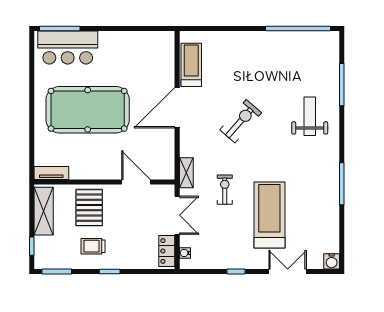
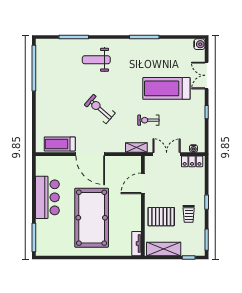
bar counter: (68, 48) -> (47, 197), moved

